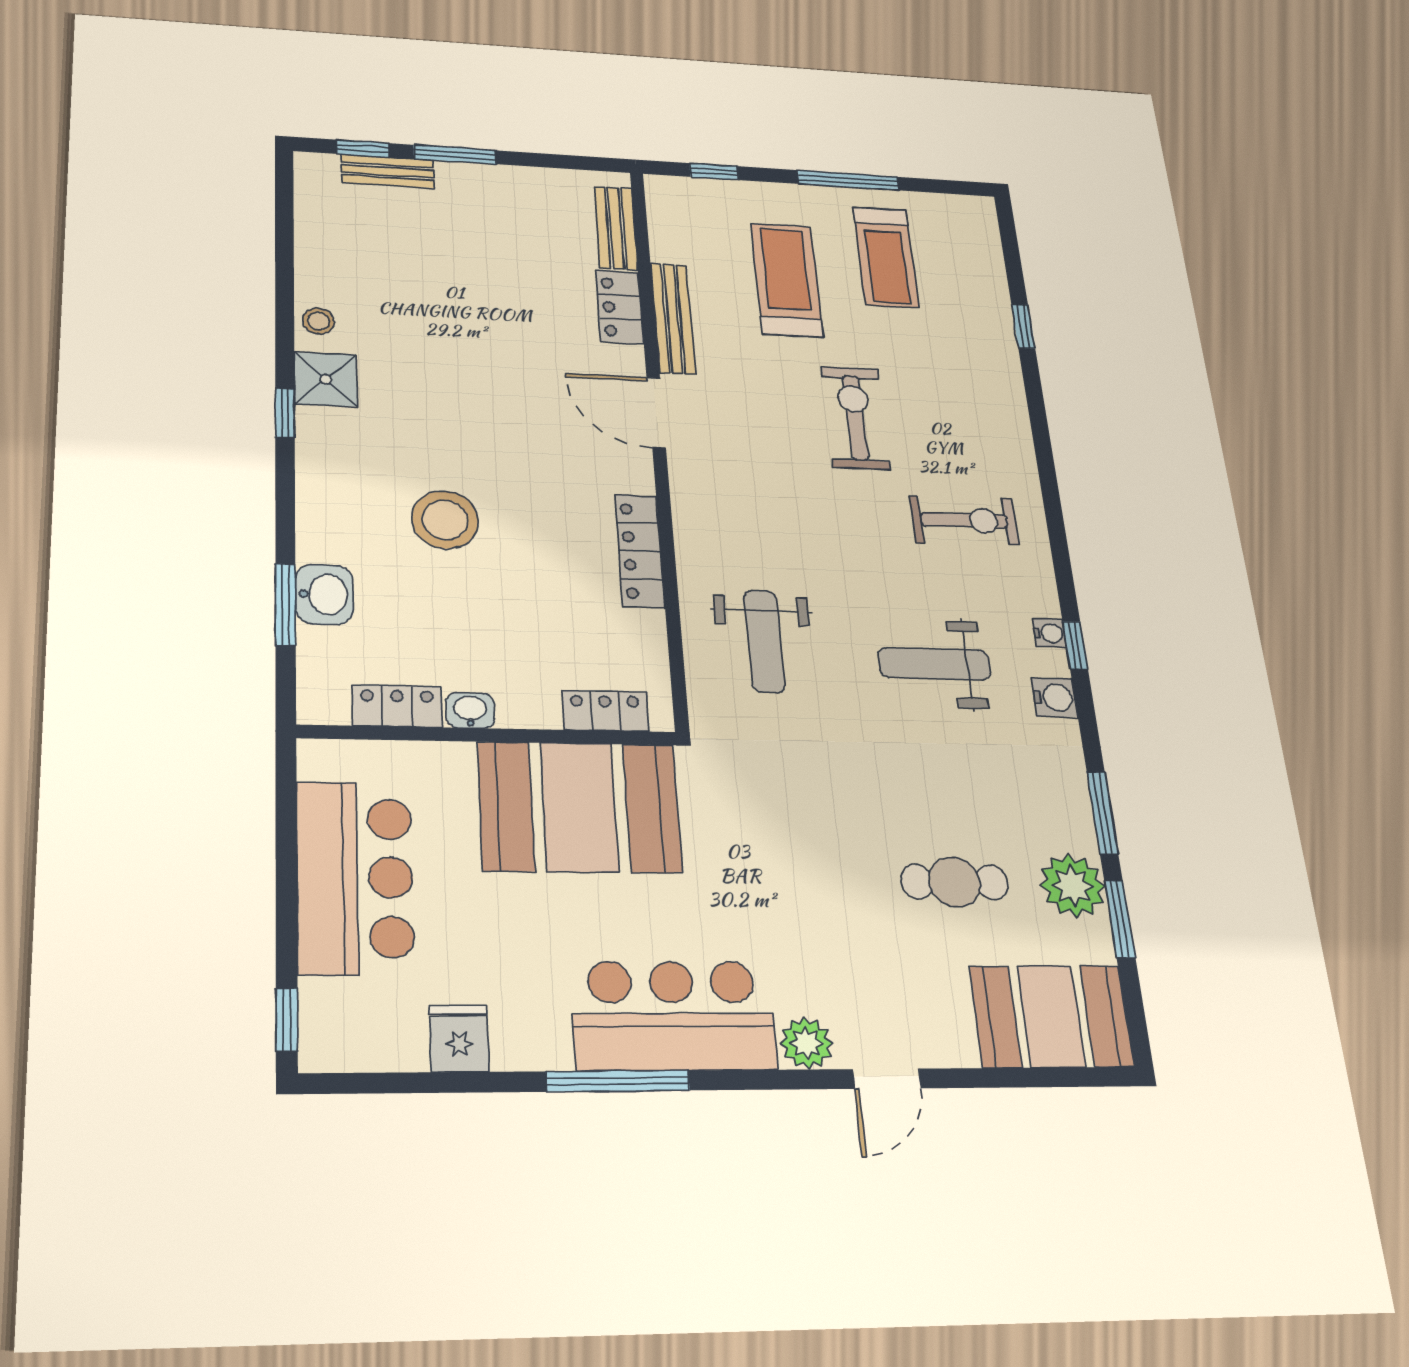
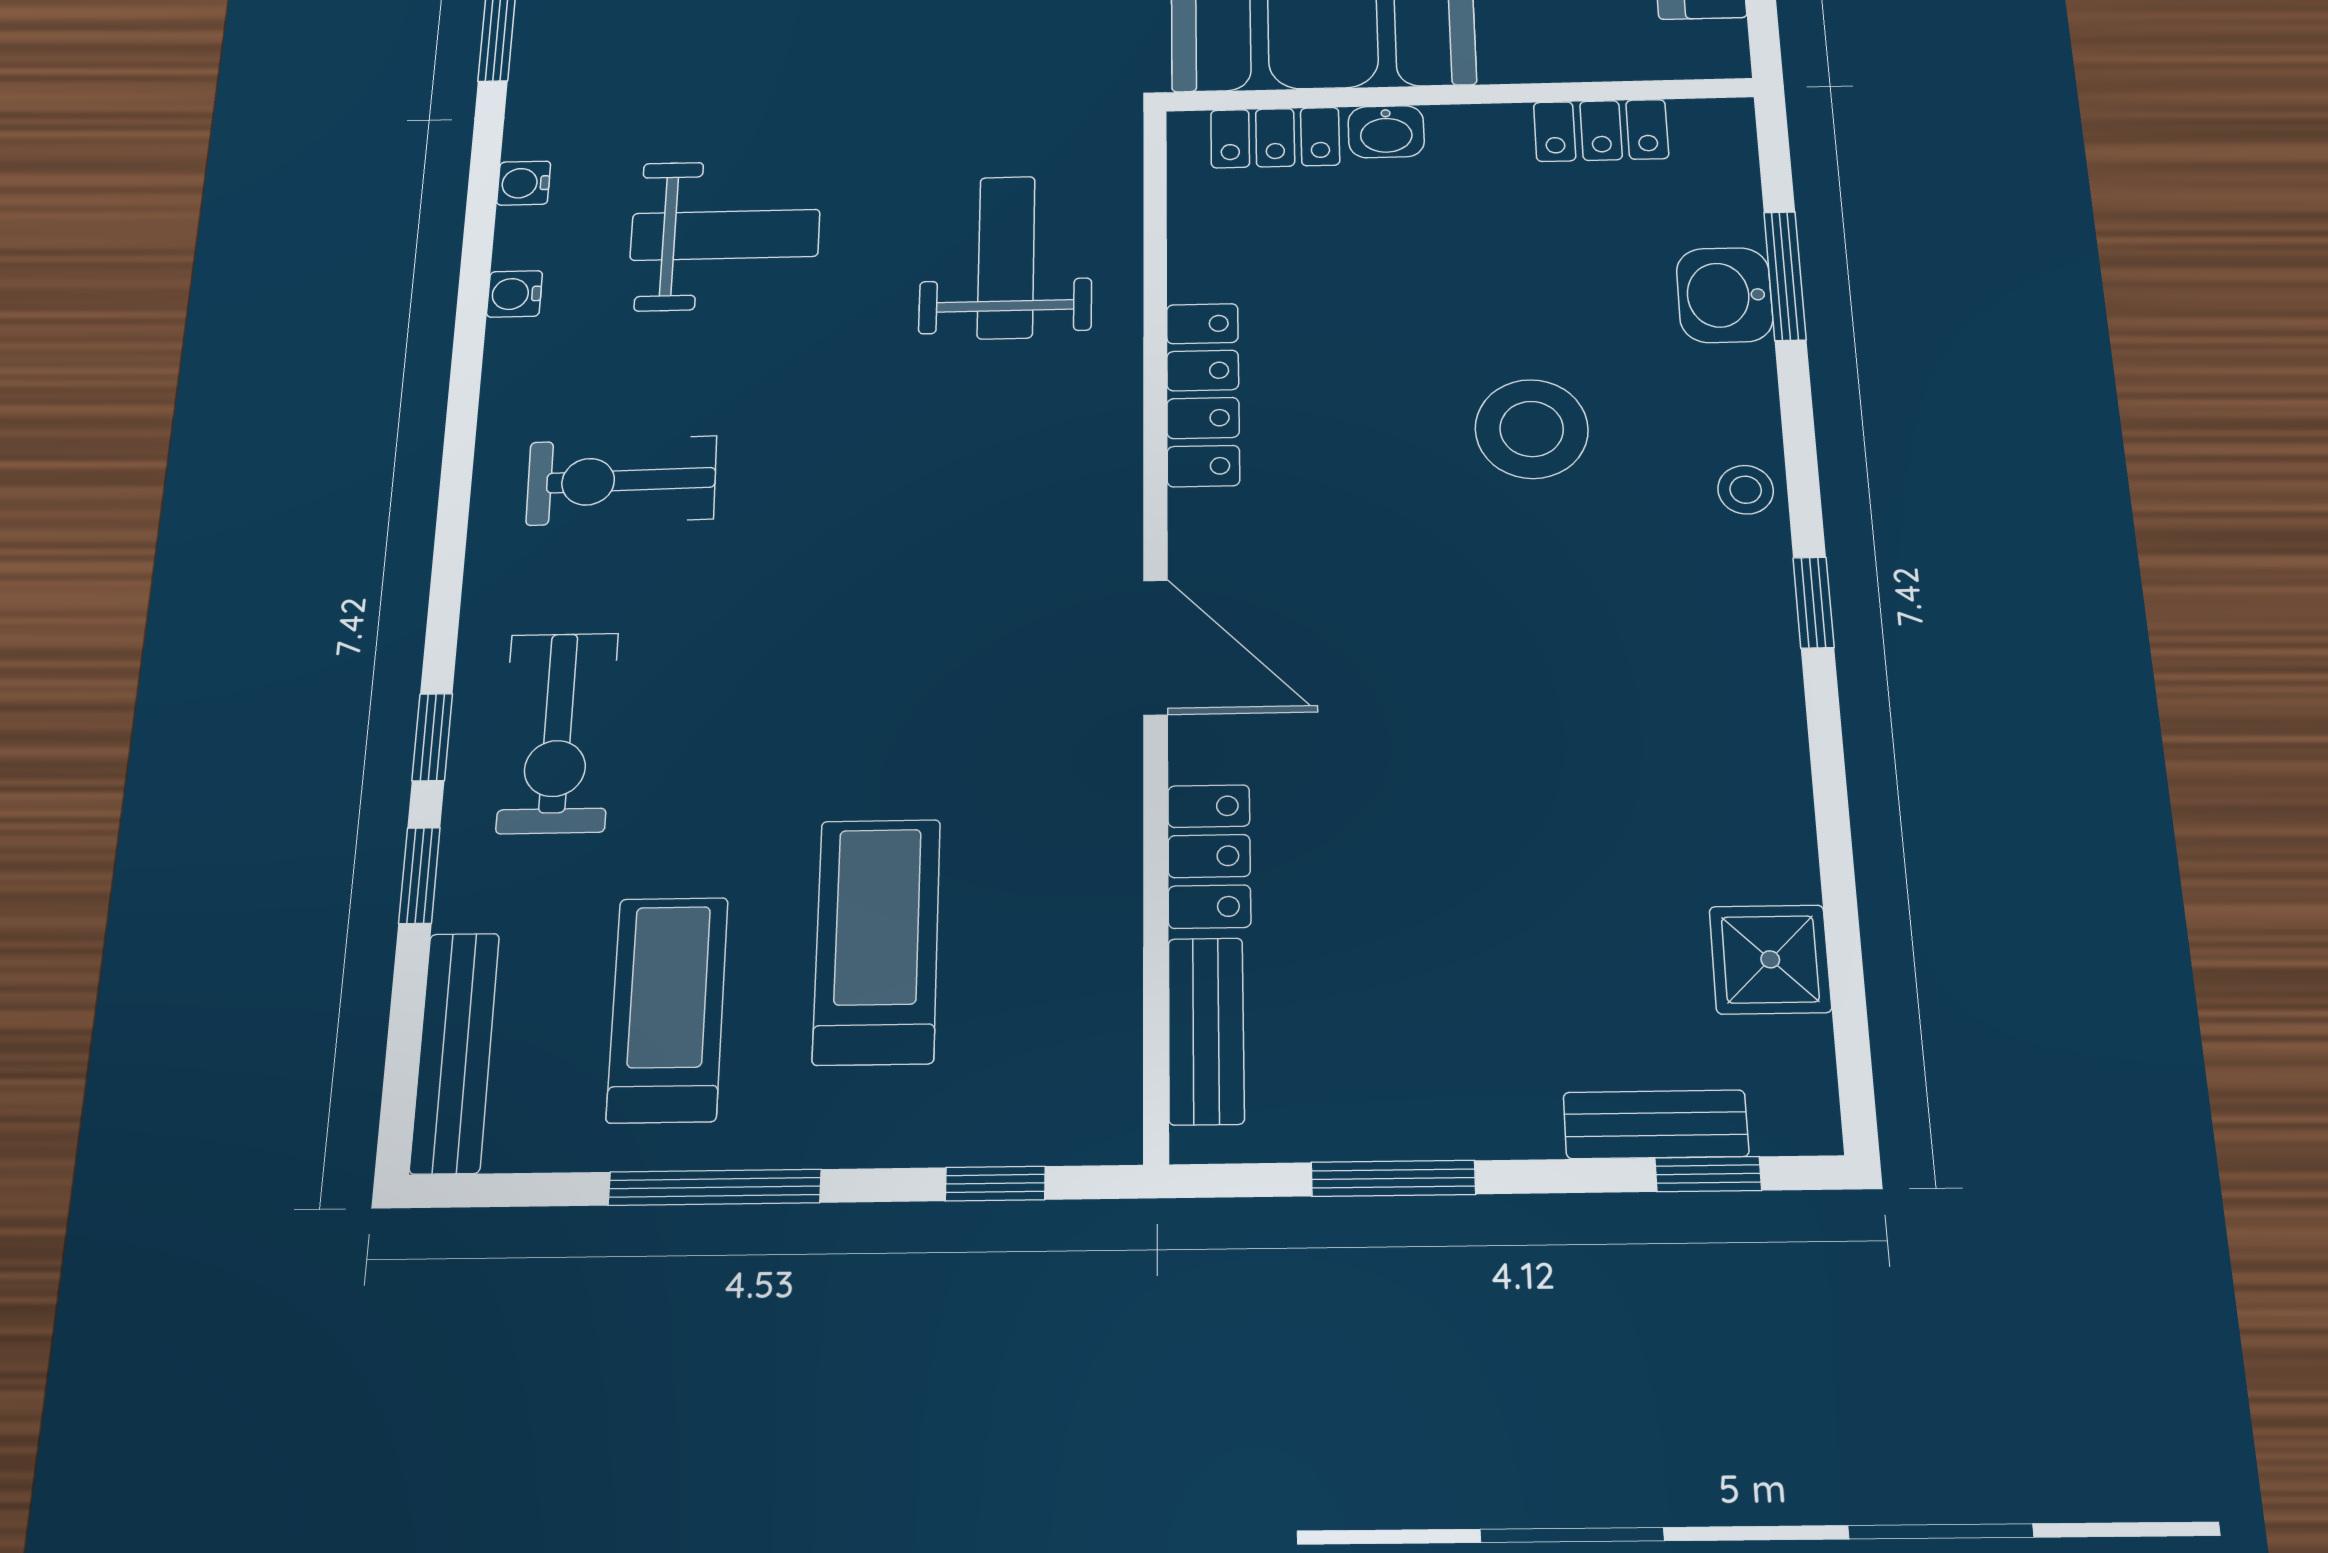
window: (455, 155) -> (1393, 1178), moved
treadmill: (787, 280) -> (877, 941), turned 180
bench: (673, 318) -> (455, 1052), moved
stool: (318, 321) -> (1746, 490), moved
shower: (326, 379) -> (1770, 959), moved
exercise bike: (855, 418) -> (558, 733), moved
window: (1075, 645) -> (432, 737), moved
water cooler: (1054, 697) -> (524, 183), width x0.72, depth x0.72
washbasin: (470, 710) -> (1386, 132), moved

